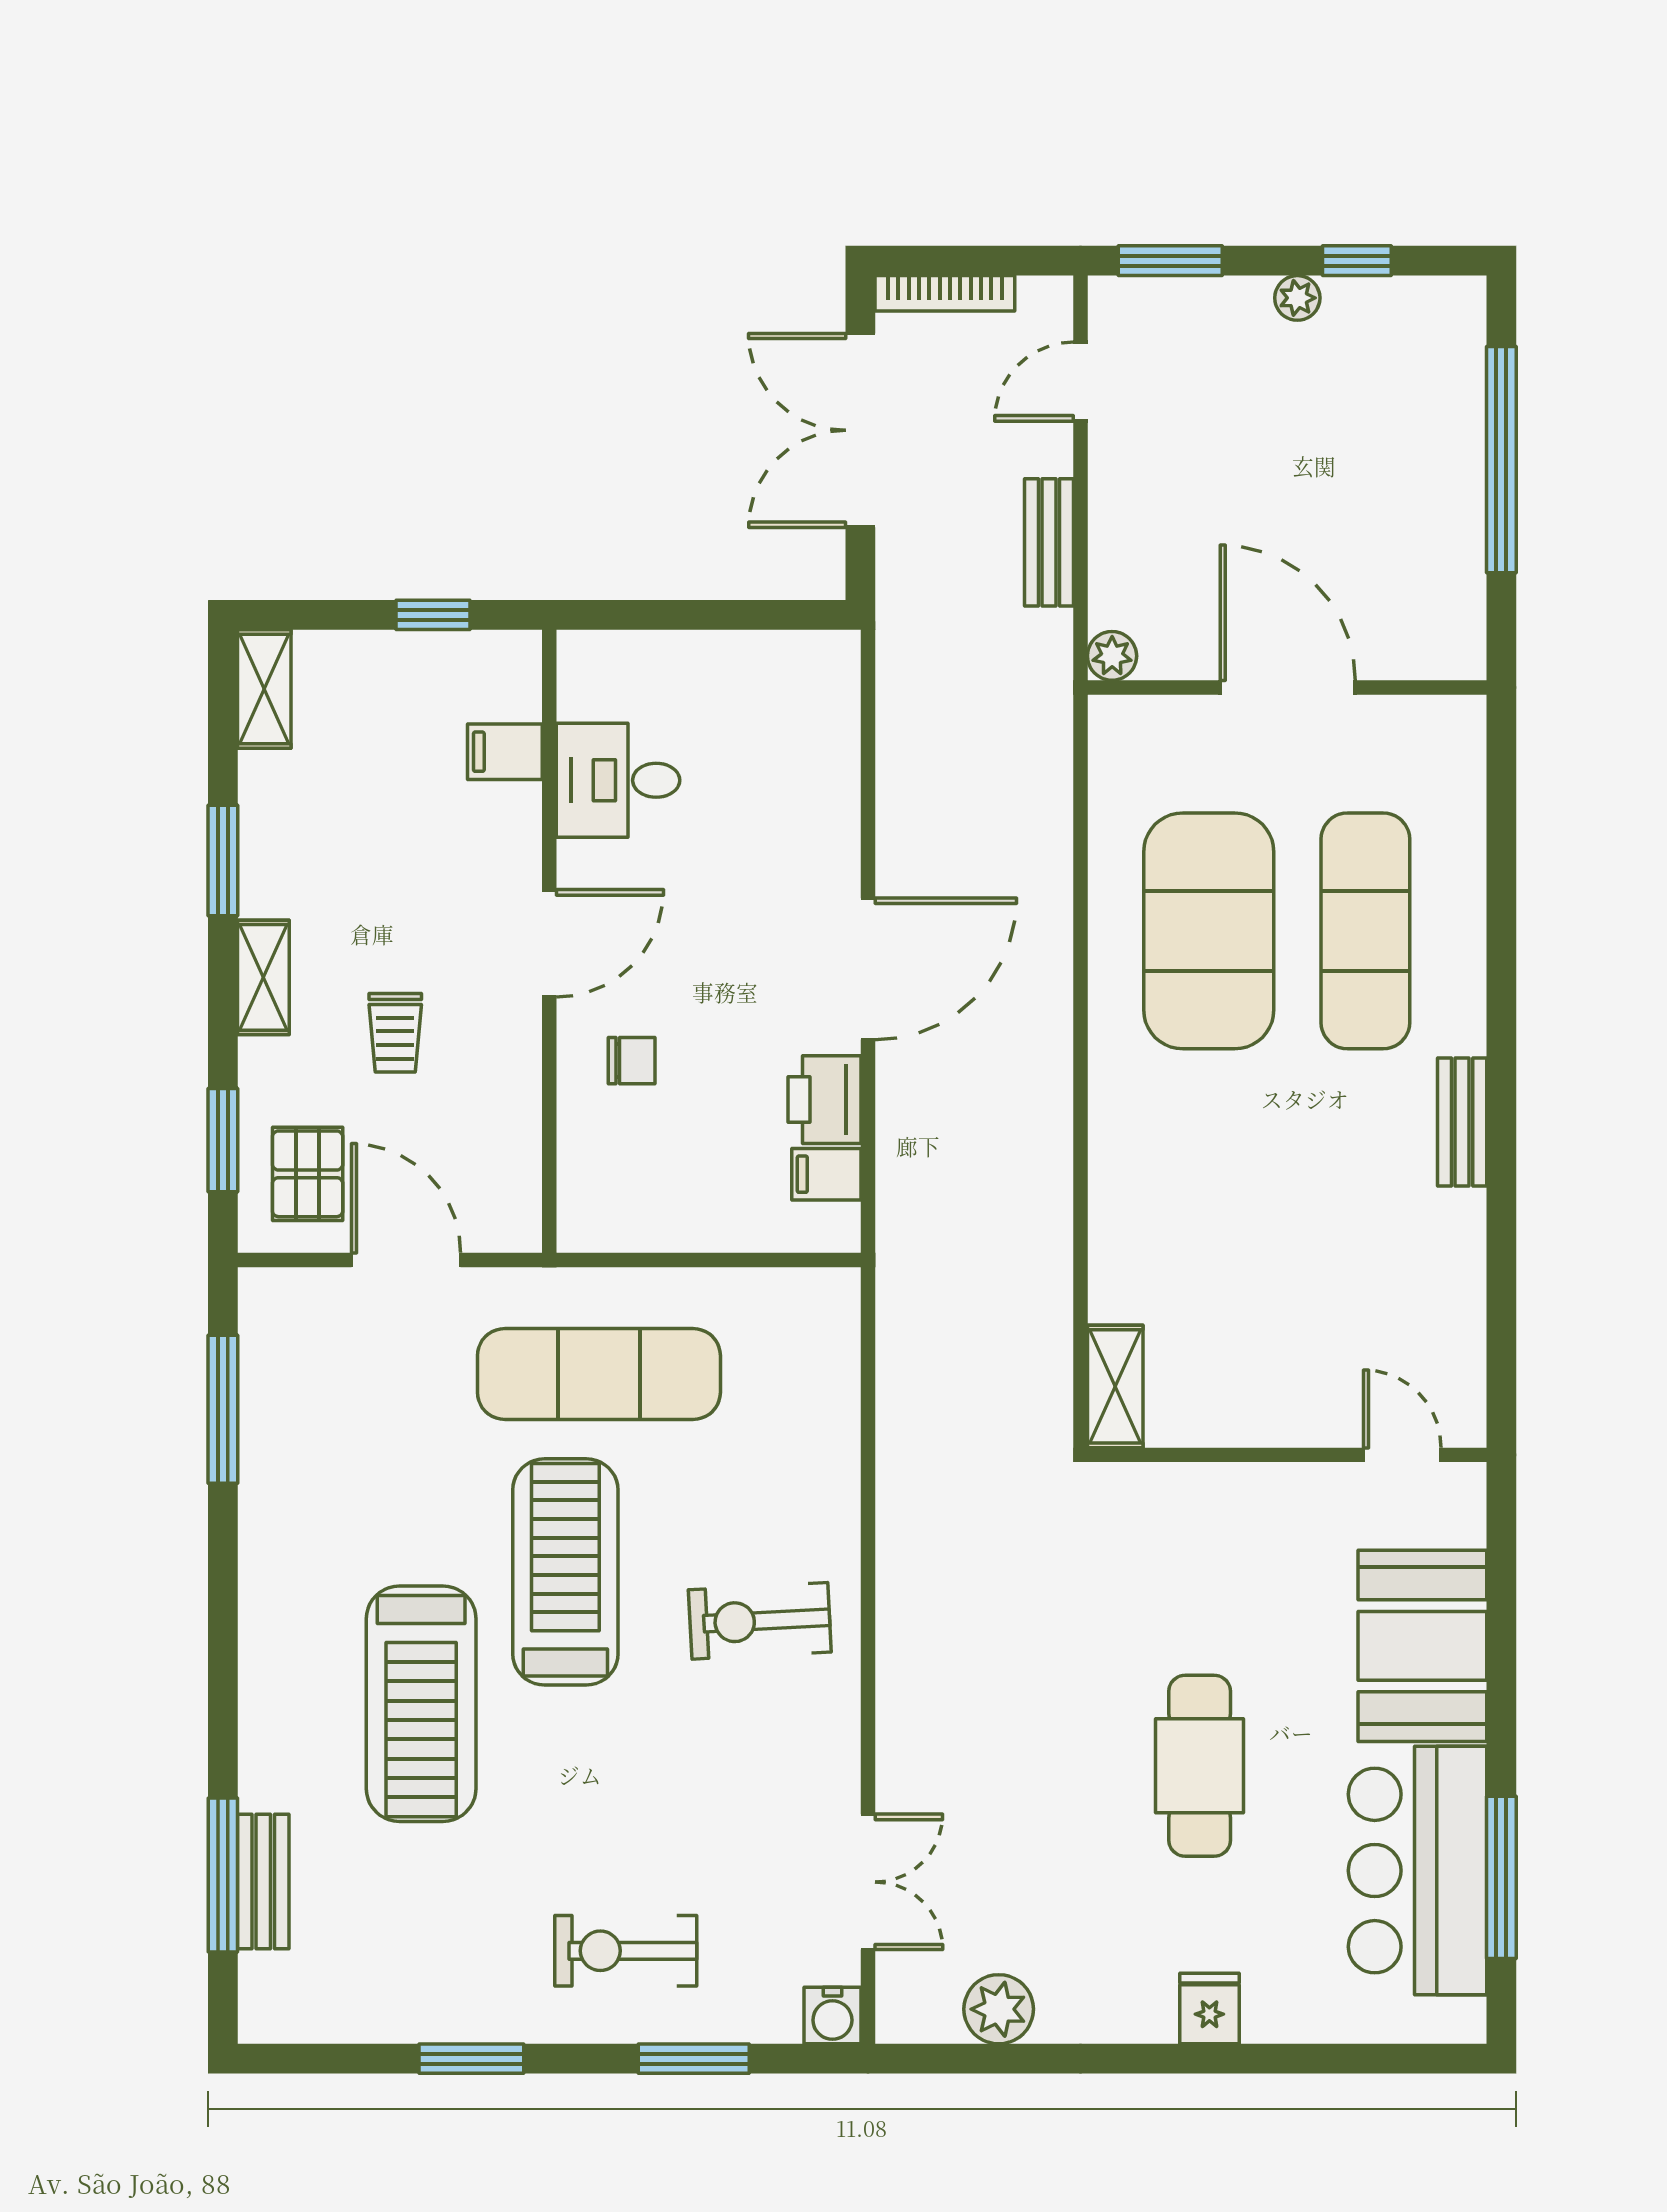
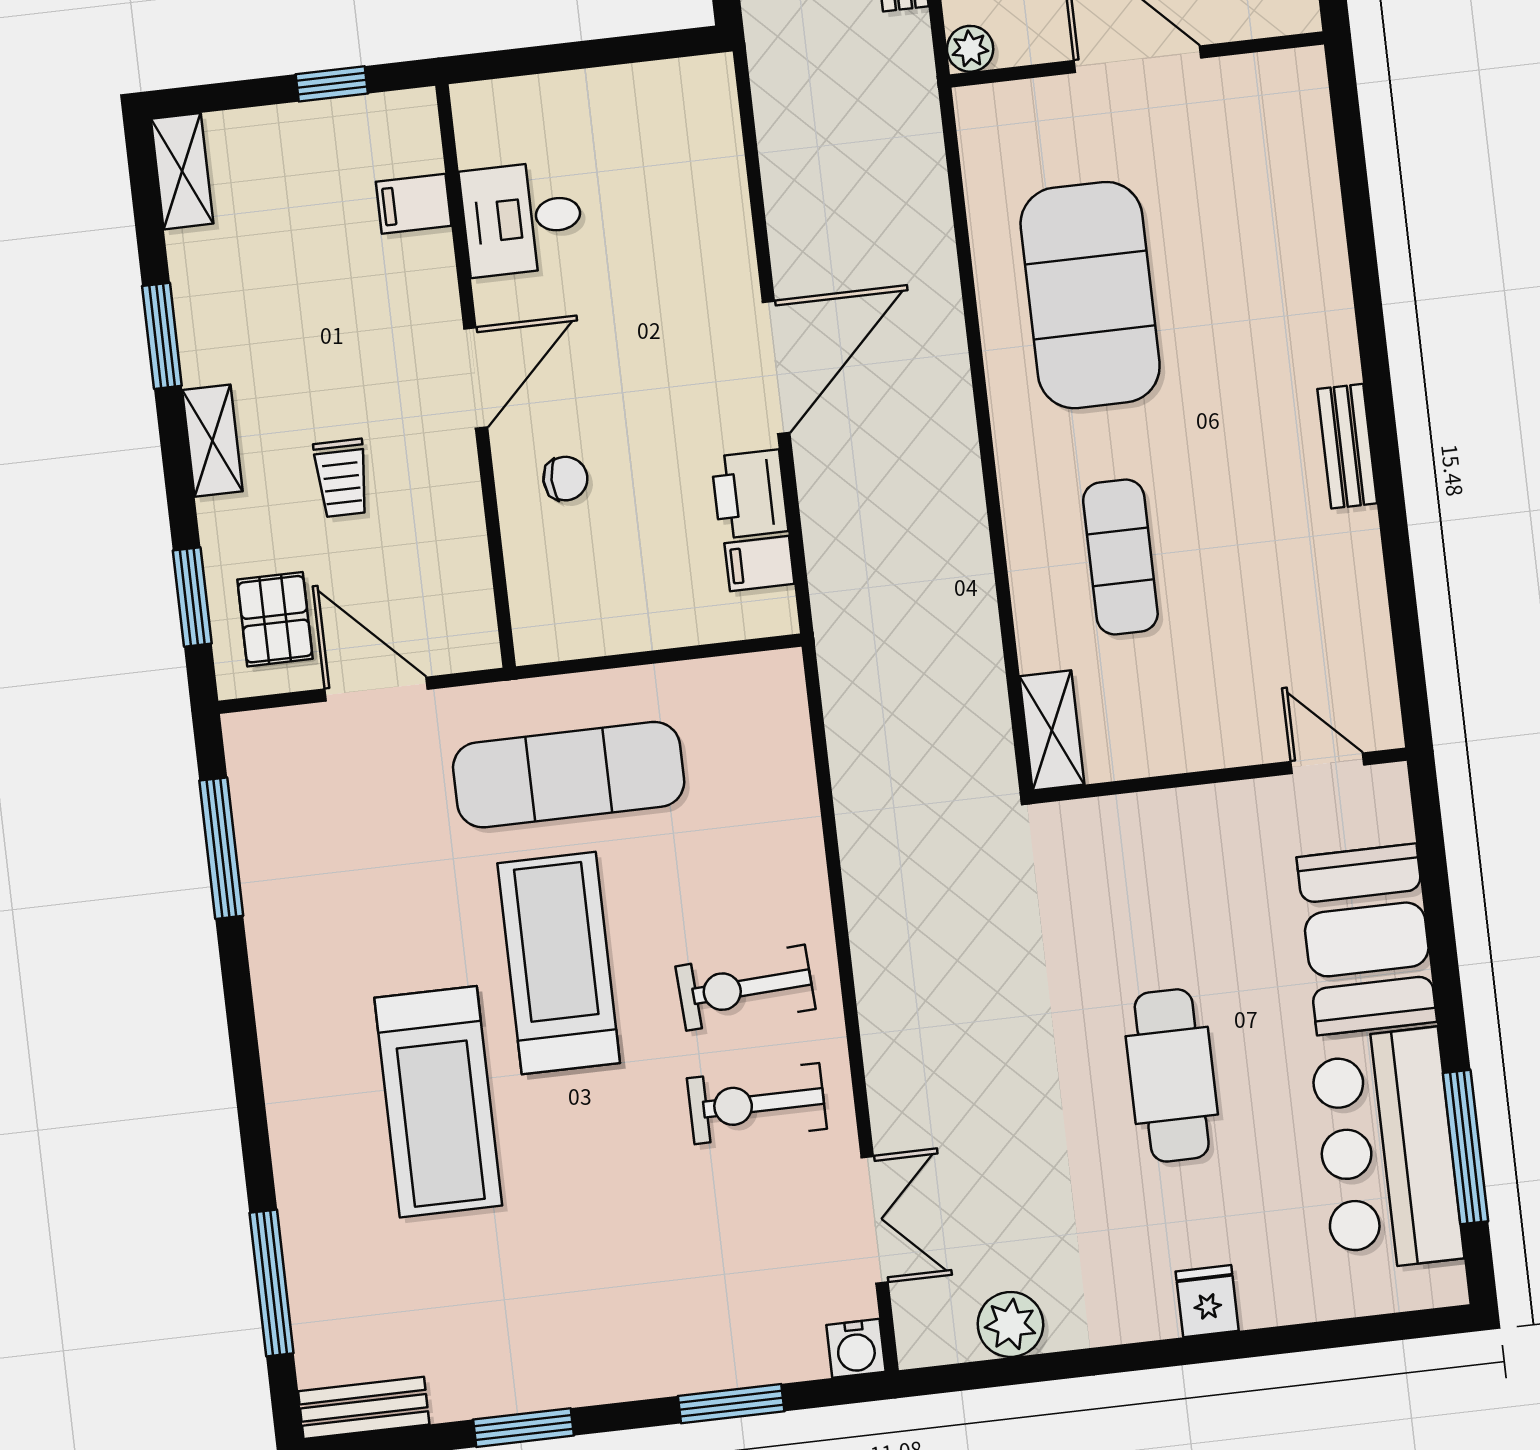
exercise mat: (1365, 931) -> (1120, 557), moved, width x0.73, depth x0.69
bench: (263, 1882) -> (364, 1408), moved, turned 90
exercise bike: (626, 1951) -> (757, 1104), moved

